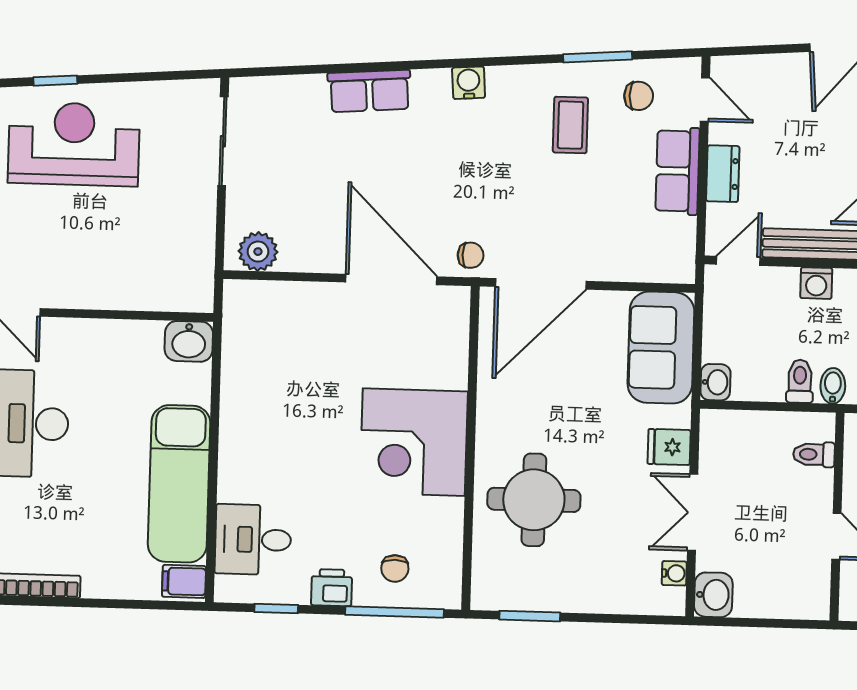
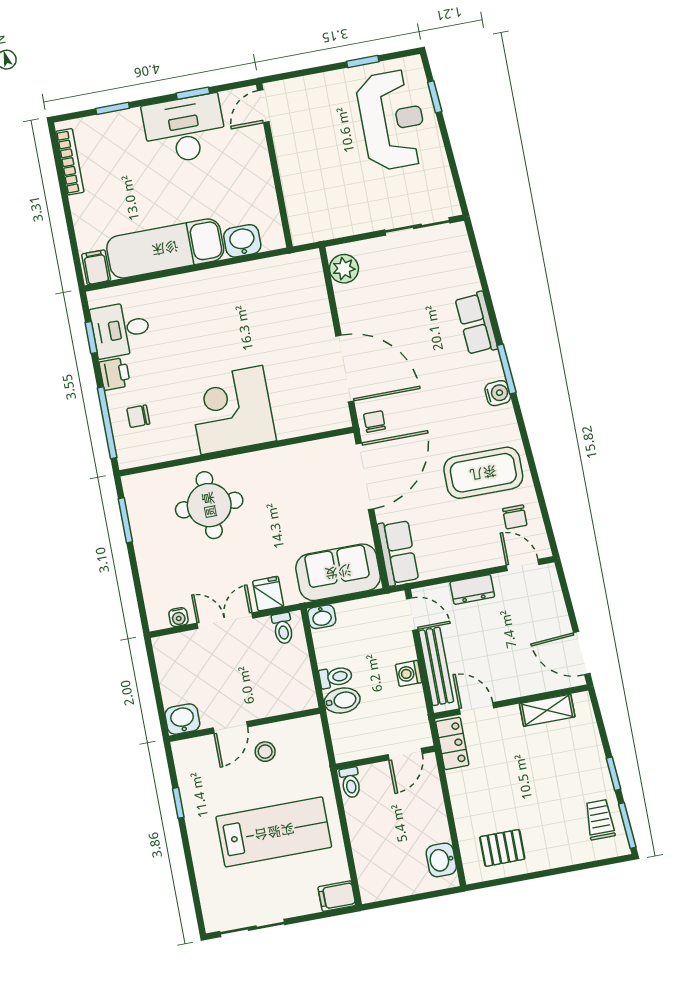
window: (598, 57) -> (507, 369), moved
door: (705, 99) -> (523, 565), swing flipped
coffee table: (570, 125) -> (483, 473), width x1.86, depth x1.72
row of seats: (677, 171) -> (398, 552), moved, turned 90
chair: (471, 255) -> (374, 422), turned 180
door: (391, 279) -> (345, 368), hinge flipped
door: (541, 284) -> (365, 476), swing flipped
washbasin: (189, 341) -> (242, 241), moved, turned 90
bidet: (833, 386) -> (342, 701), width x1.38, depth x1.36
toilet: (814, 454) -> (283, 628), moved, turned 180
desk: (253, 540) -> (121, 330), moved, turned -90
washbasin: (713, 595) -> (182, 719), moved, turned 180

